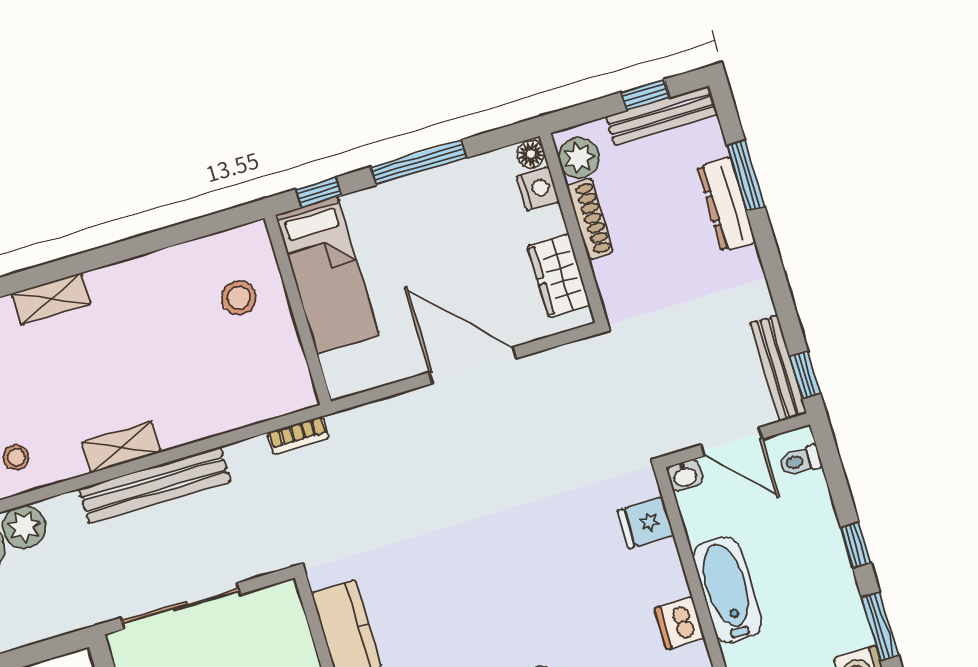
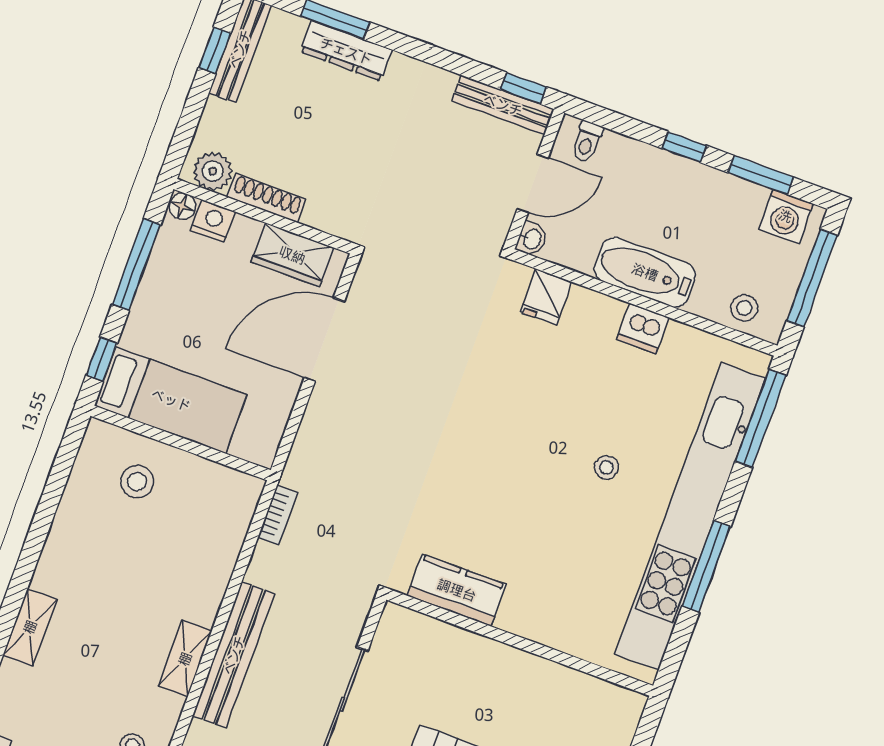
floor lamp: (531, 154) -> (182, 206), moved
plant: (579, 158) -> (213, 171), moved
nightstand: (538, 189) -> (213, 221), moved
shoe rack: (590, 219) -> (267, 198), moved
wall: (573, 228) -> (264, 216), moved
wardrobe: (559, 276) -> (292, 255), moved

